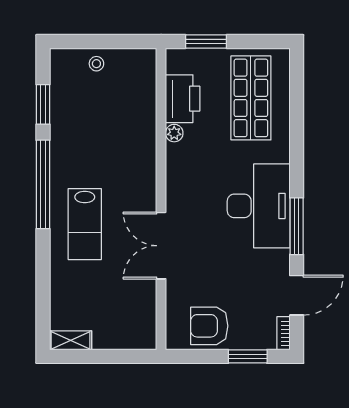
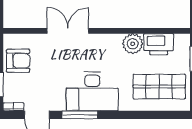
plant: (174, 133) -> (133, 44), width x1.87, depth x1.87
armchair: (209, 326) -> (18, 61), turned 90

